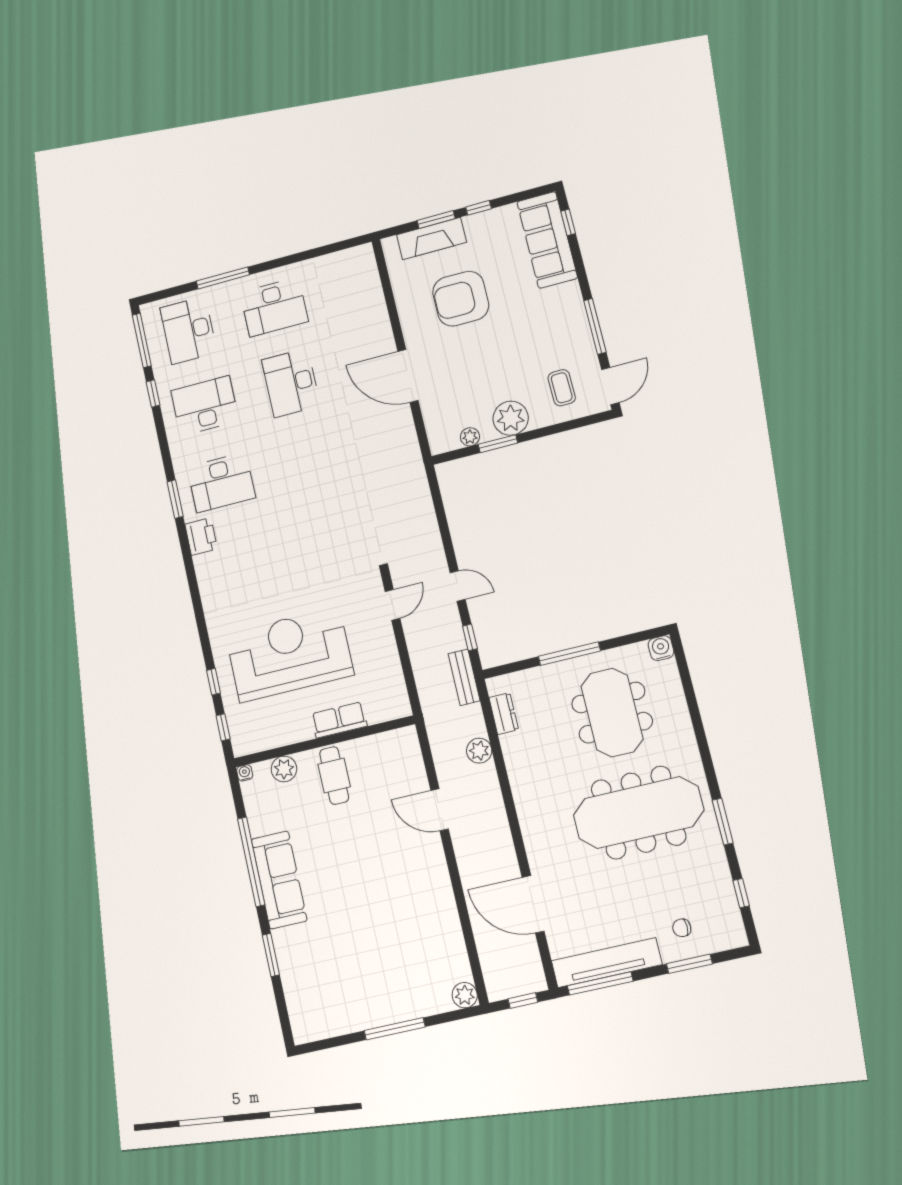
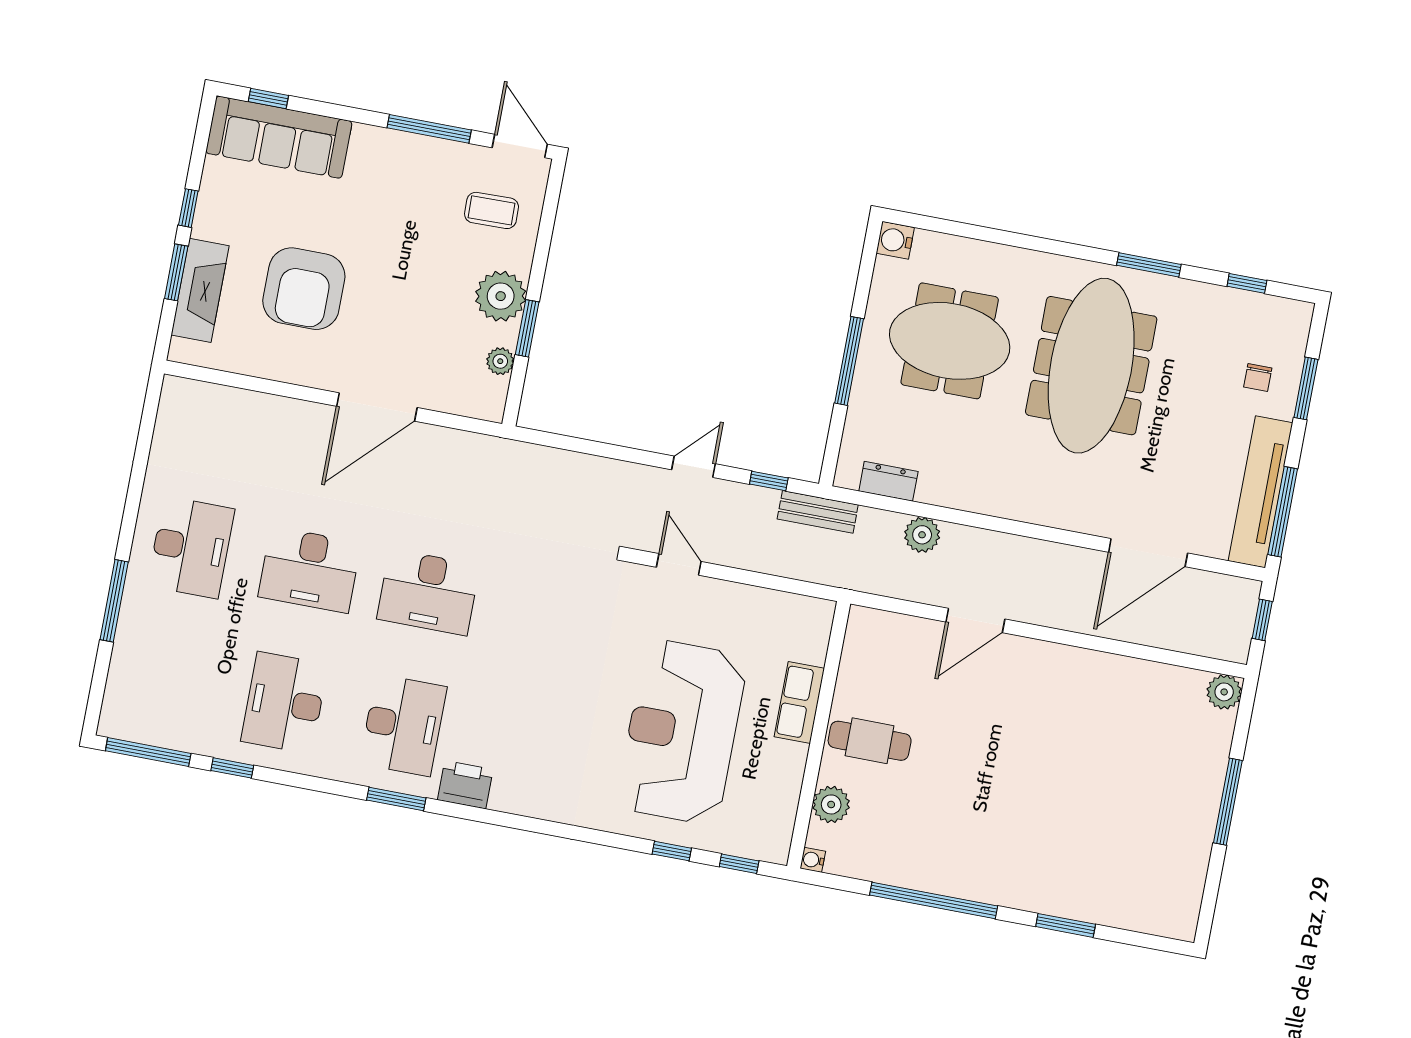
desk: (189, 330) -> (428, 592), moved
sofa: (279, 880) -> (973, 873), removed

